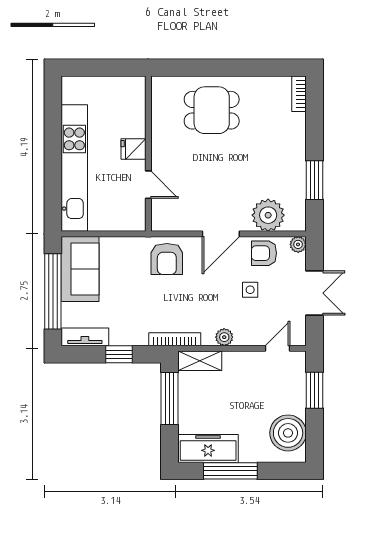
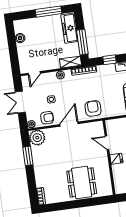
dining table: (212, 110) -> (82, 182), width x1.38
plant: (268, 215) -> (37, 138), moved
window: (314, 390) -> (14, 56), removed
boiler: (288, 433) -> (20, 38), width x0.54, depth x0.54
freezer: (208, 449) -> (70, 28), moved, turned 90

